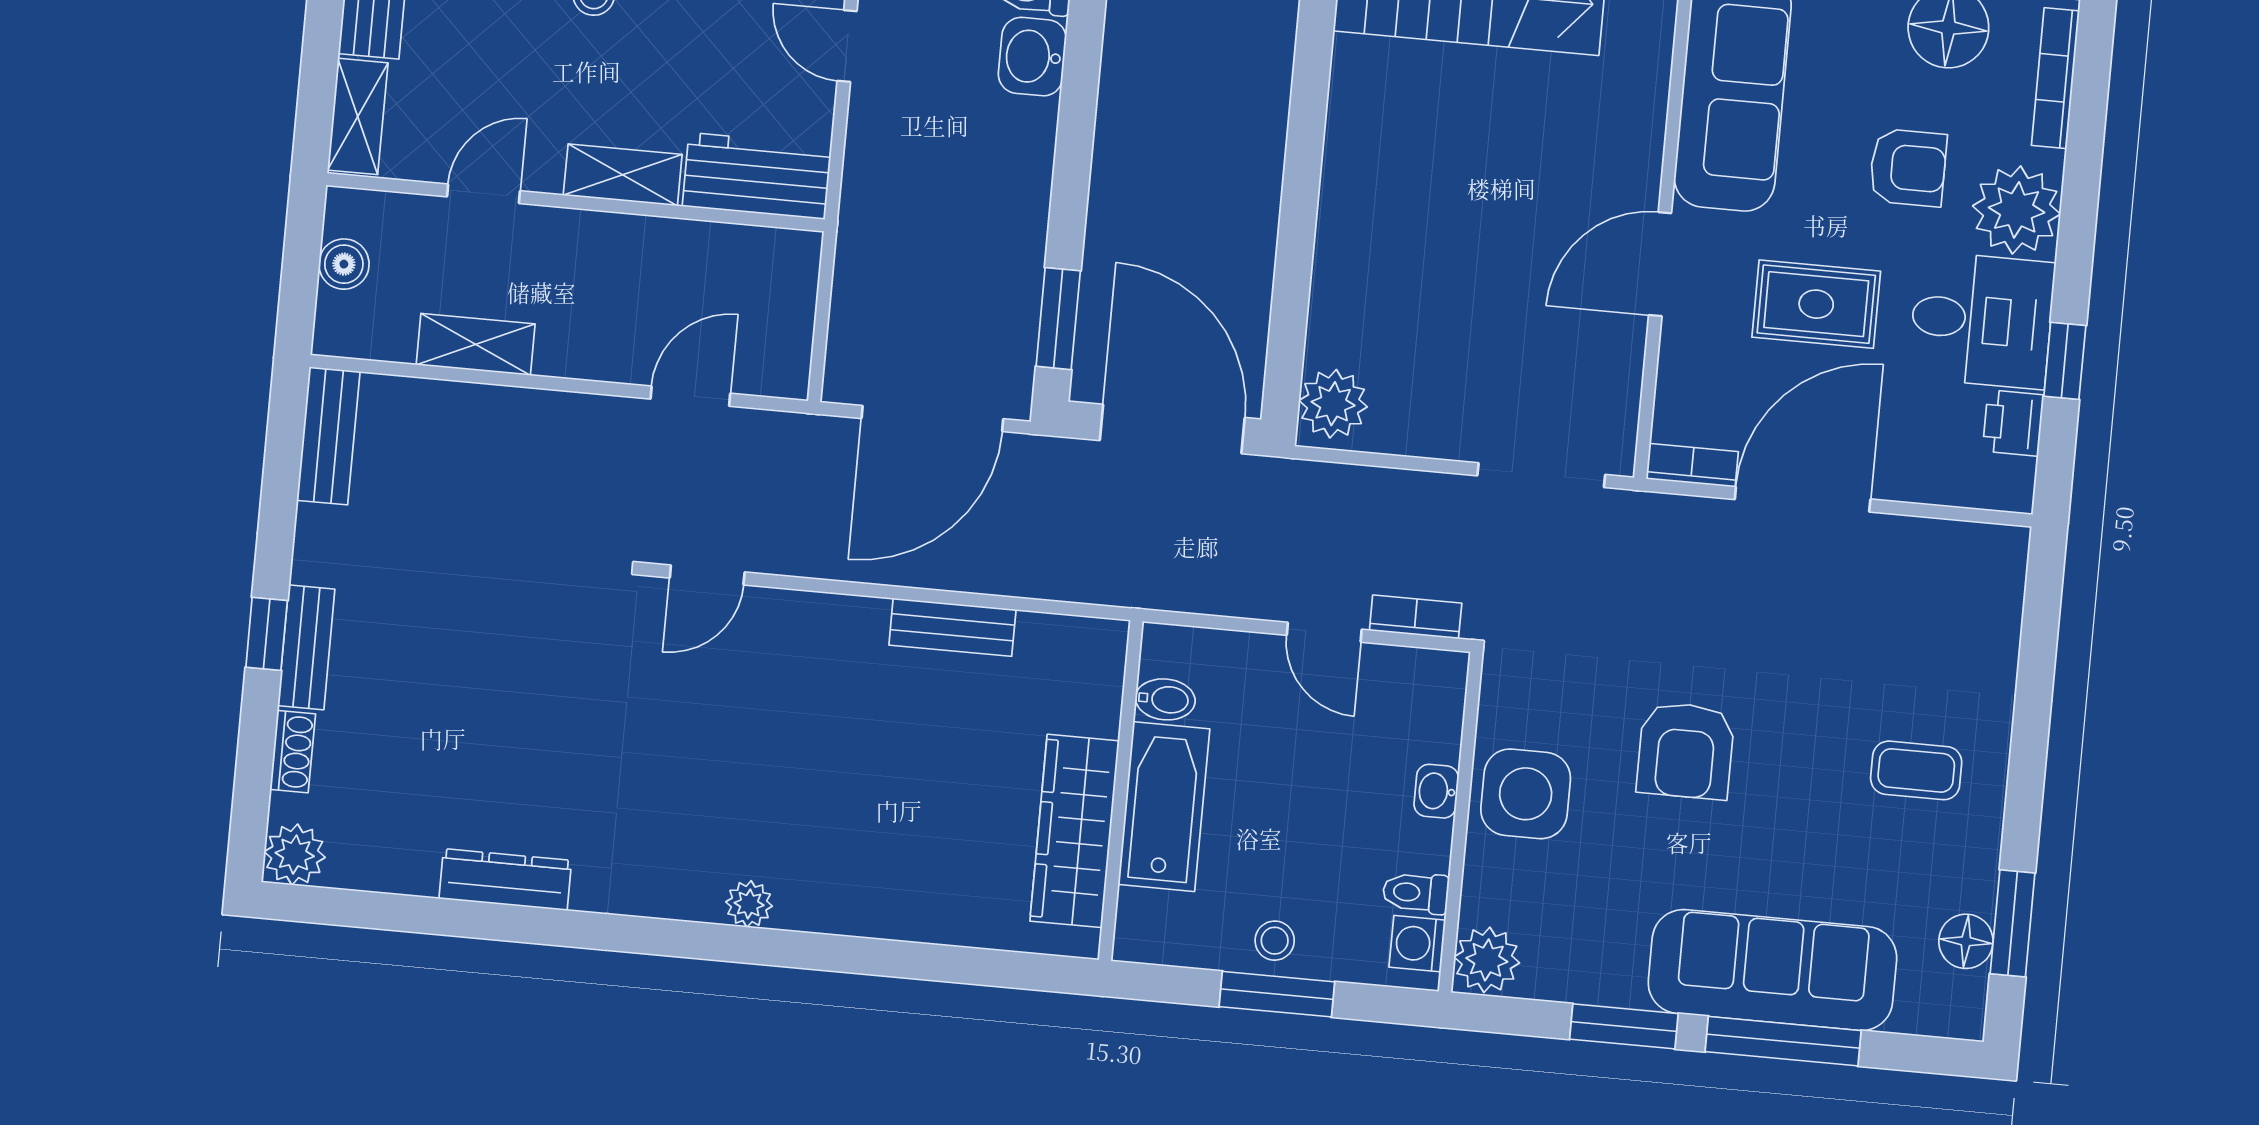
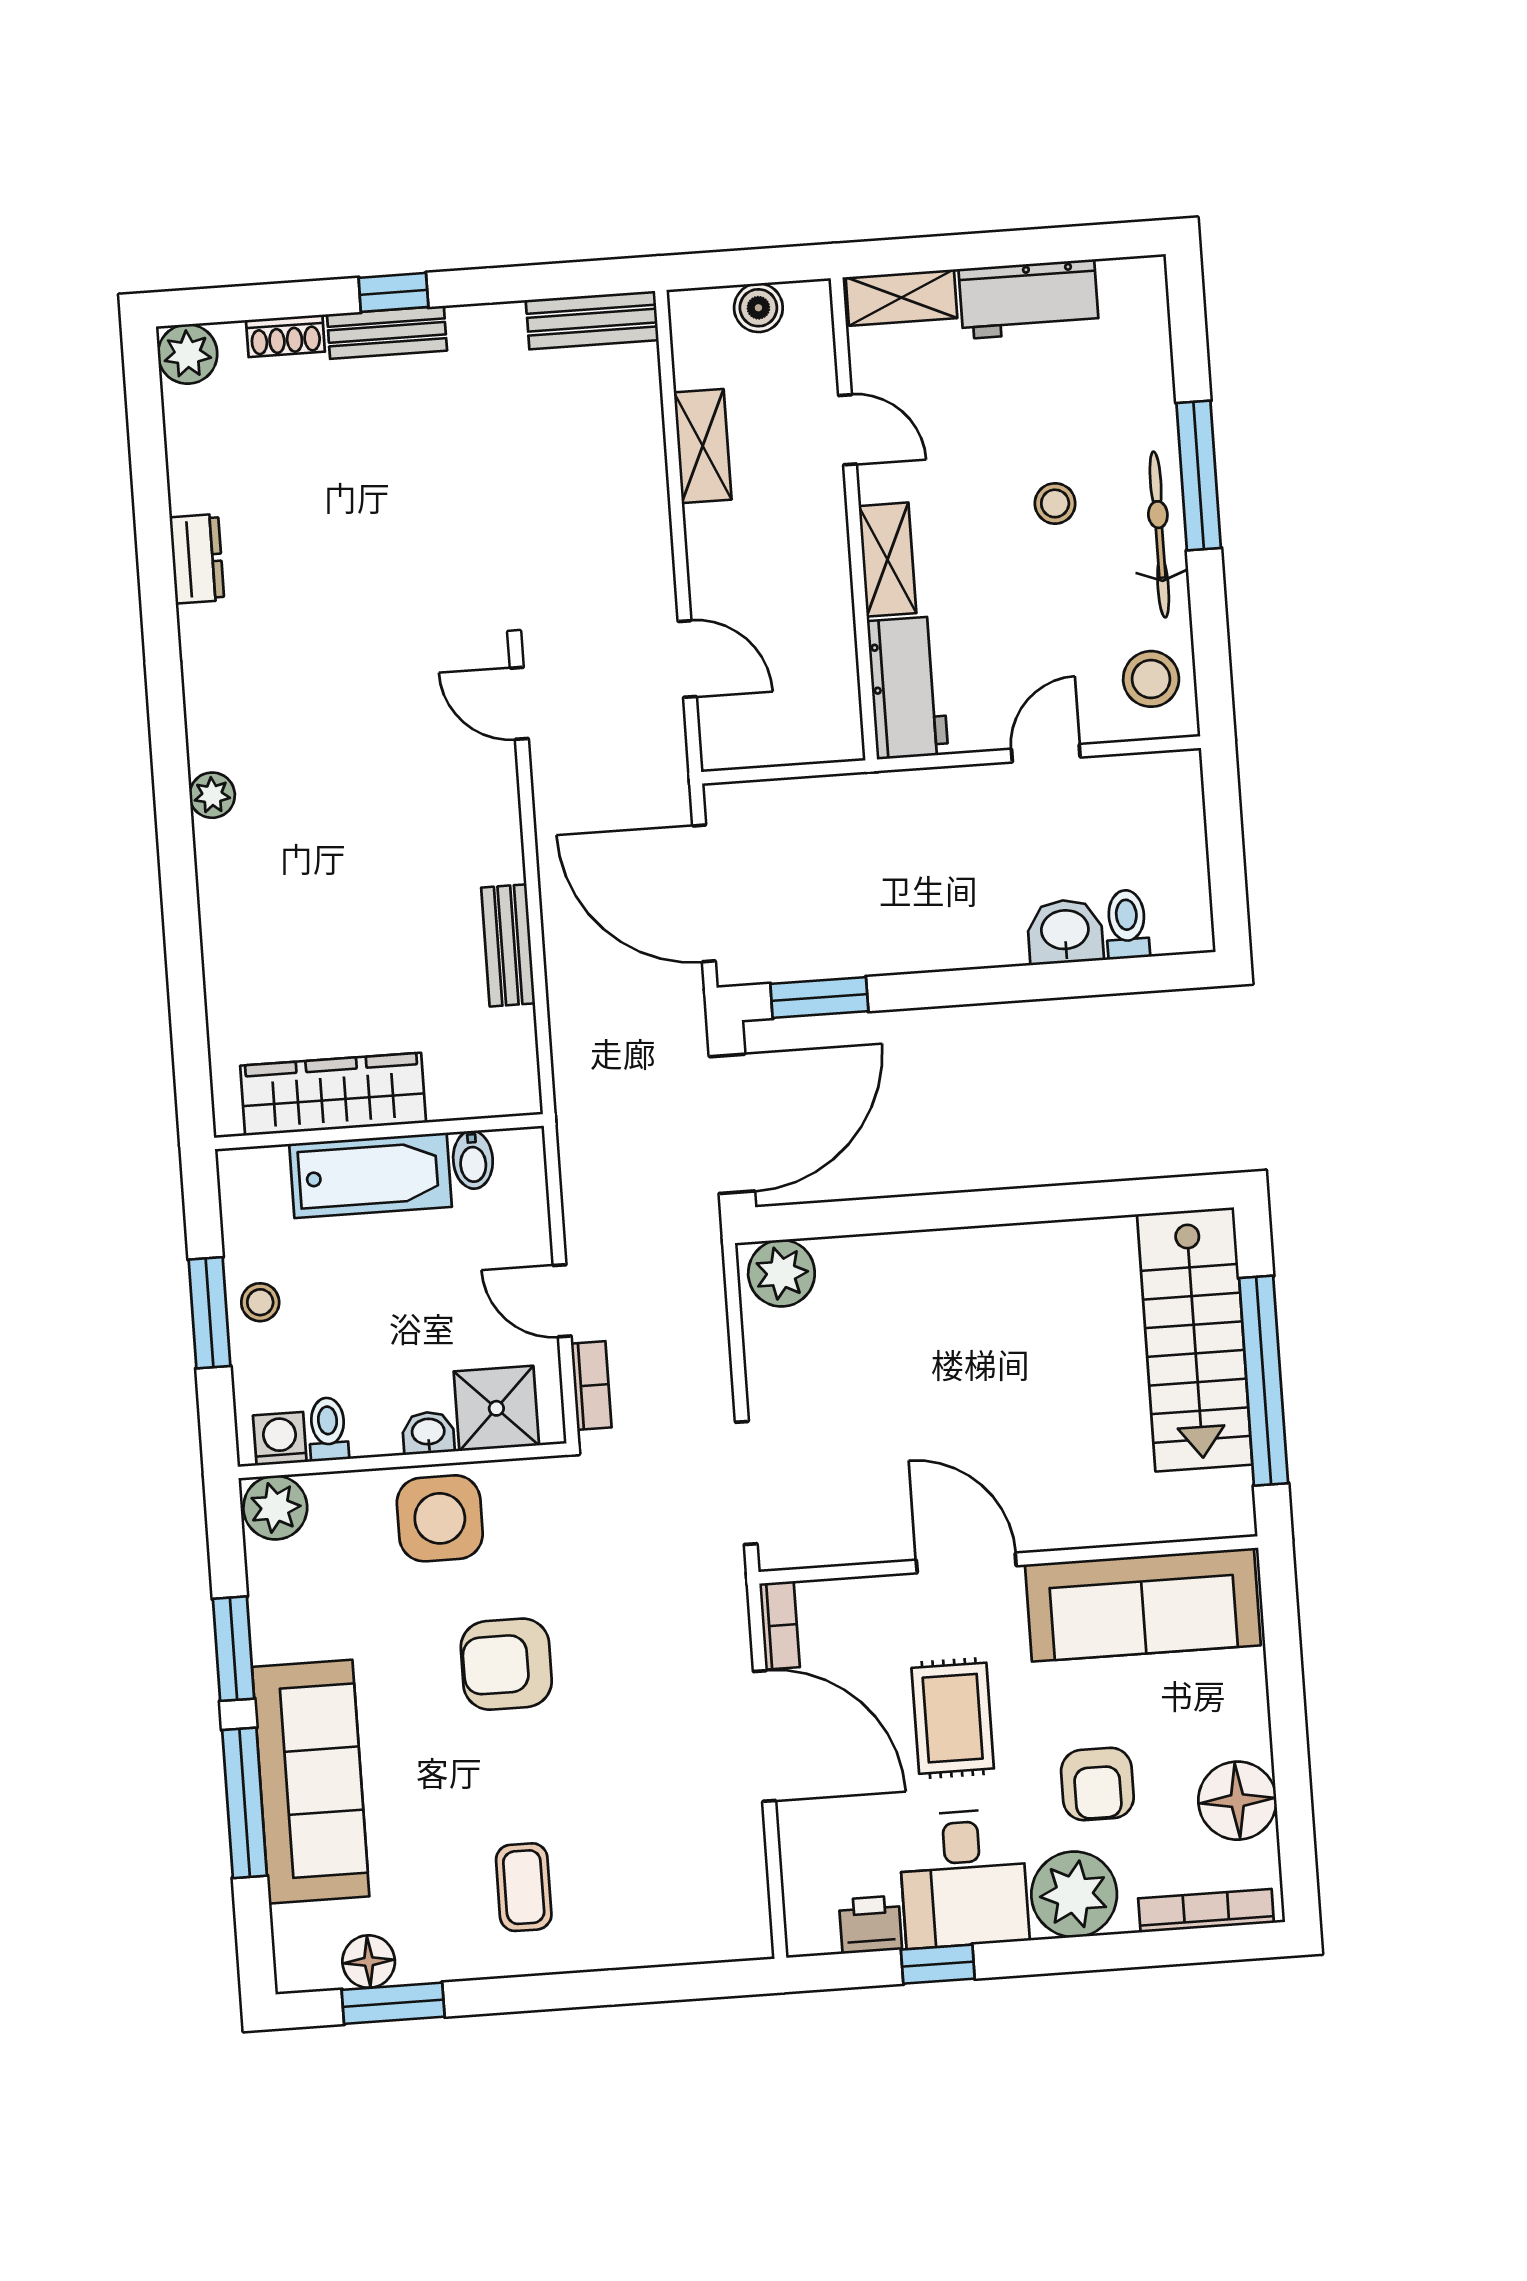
door: (1324, 632) -> (562, 1301), hinge flipped
shower: (1423, 717) -> (496, 1408), added
dresser: (505, 880) -> (197, 559), width x0.70

